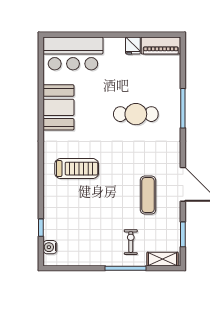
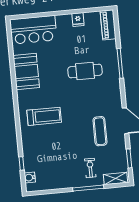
piano: (161, 46) -> (108, 25), moved, turned 90

